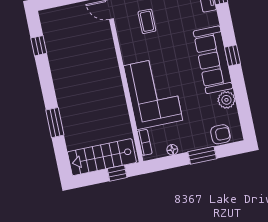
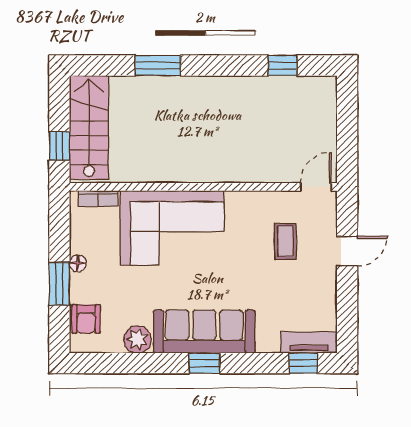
coffee table: (147, 21) -> (285, 241), turned 90
floor lamp: (172, 150) -> (78, 263), moved

